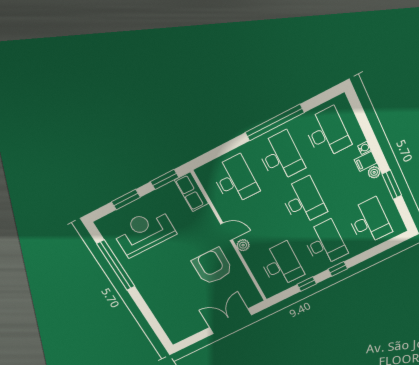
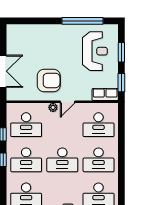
window: (275, 123) -> (121, 167), removed

